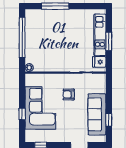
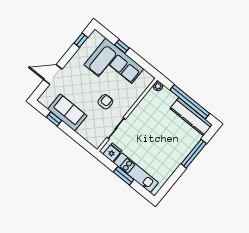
kitchen counter: (31, 28) -> (191, 117), added
sofa: (97, 114) -> (67, 112), width x0.73

